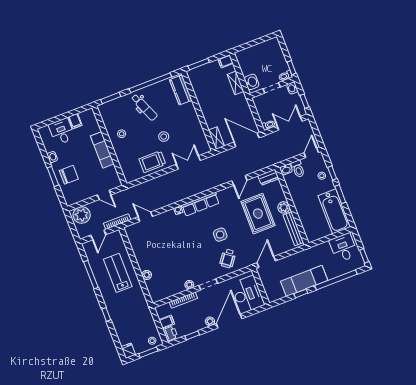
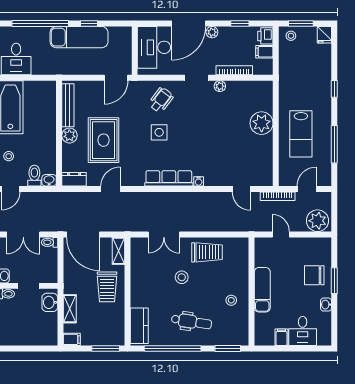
dental chair: (144, 107) -> (191, 322), turned 122
trolley: (215, 109) -> (107, 287), added
plant: (147, 275) -> (262, 123), width x1.88, depth x1.88

